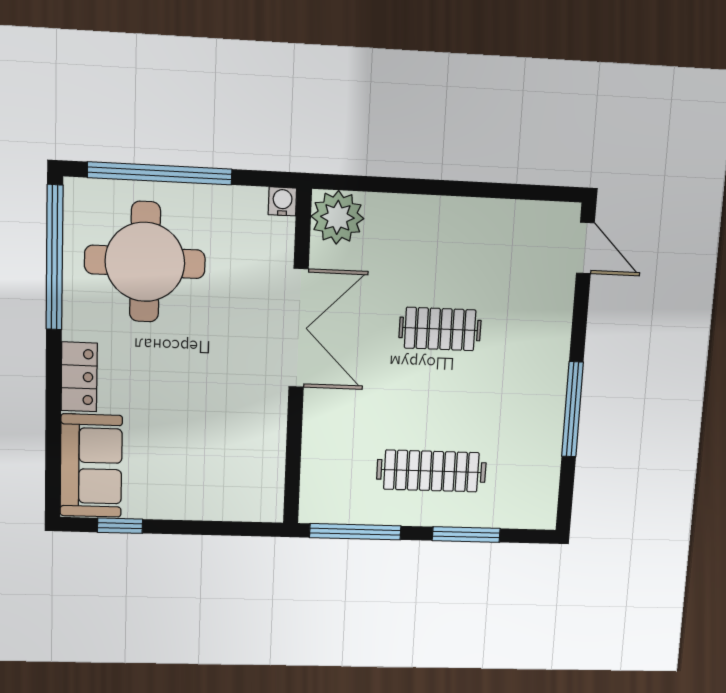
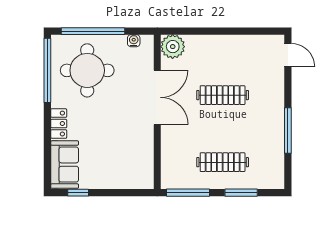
water cooler: (282, 201) -> (134, 41), moved
clothes rail: (440, 329) -> (223, 95), width x1.36

